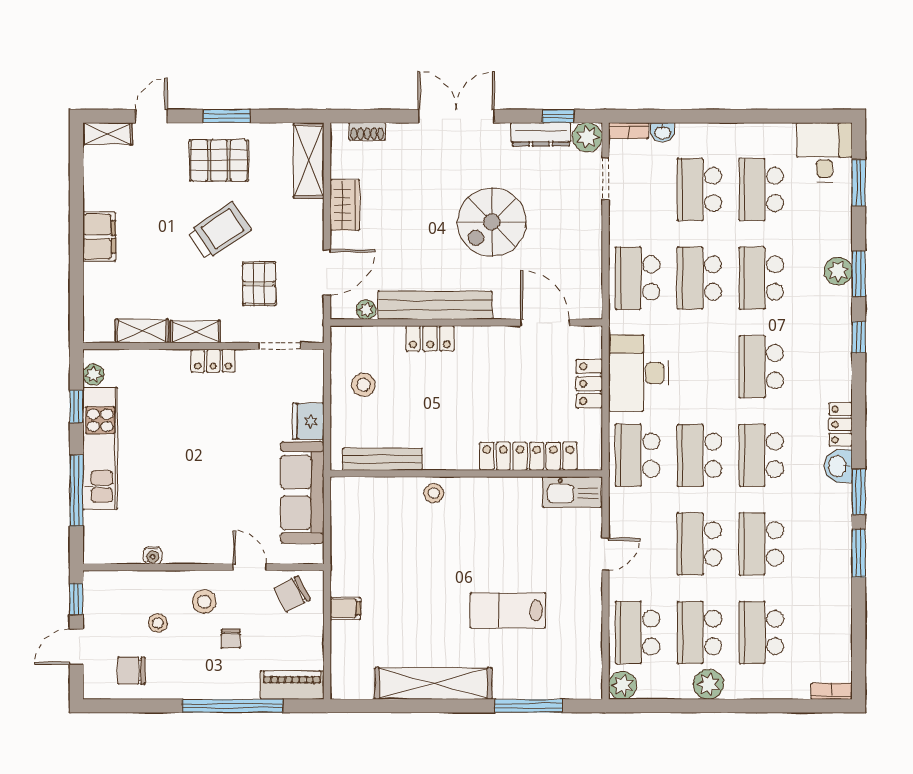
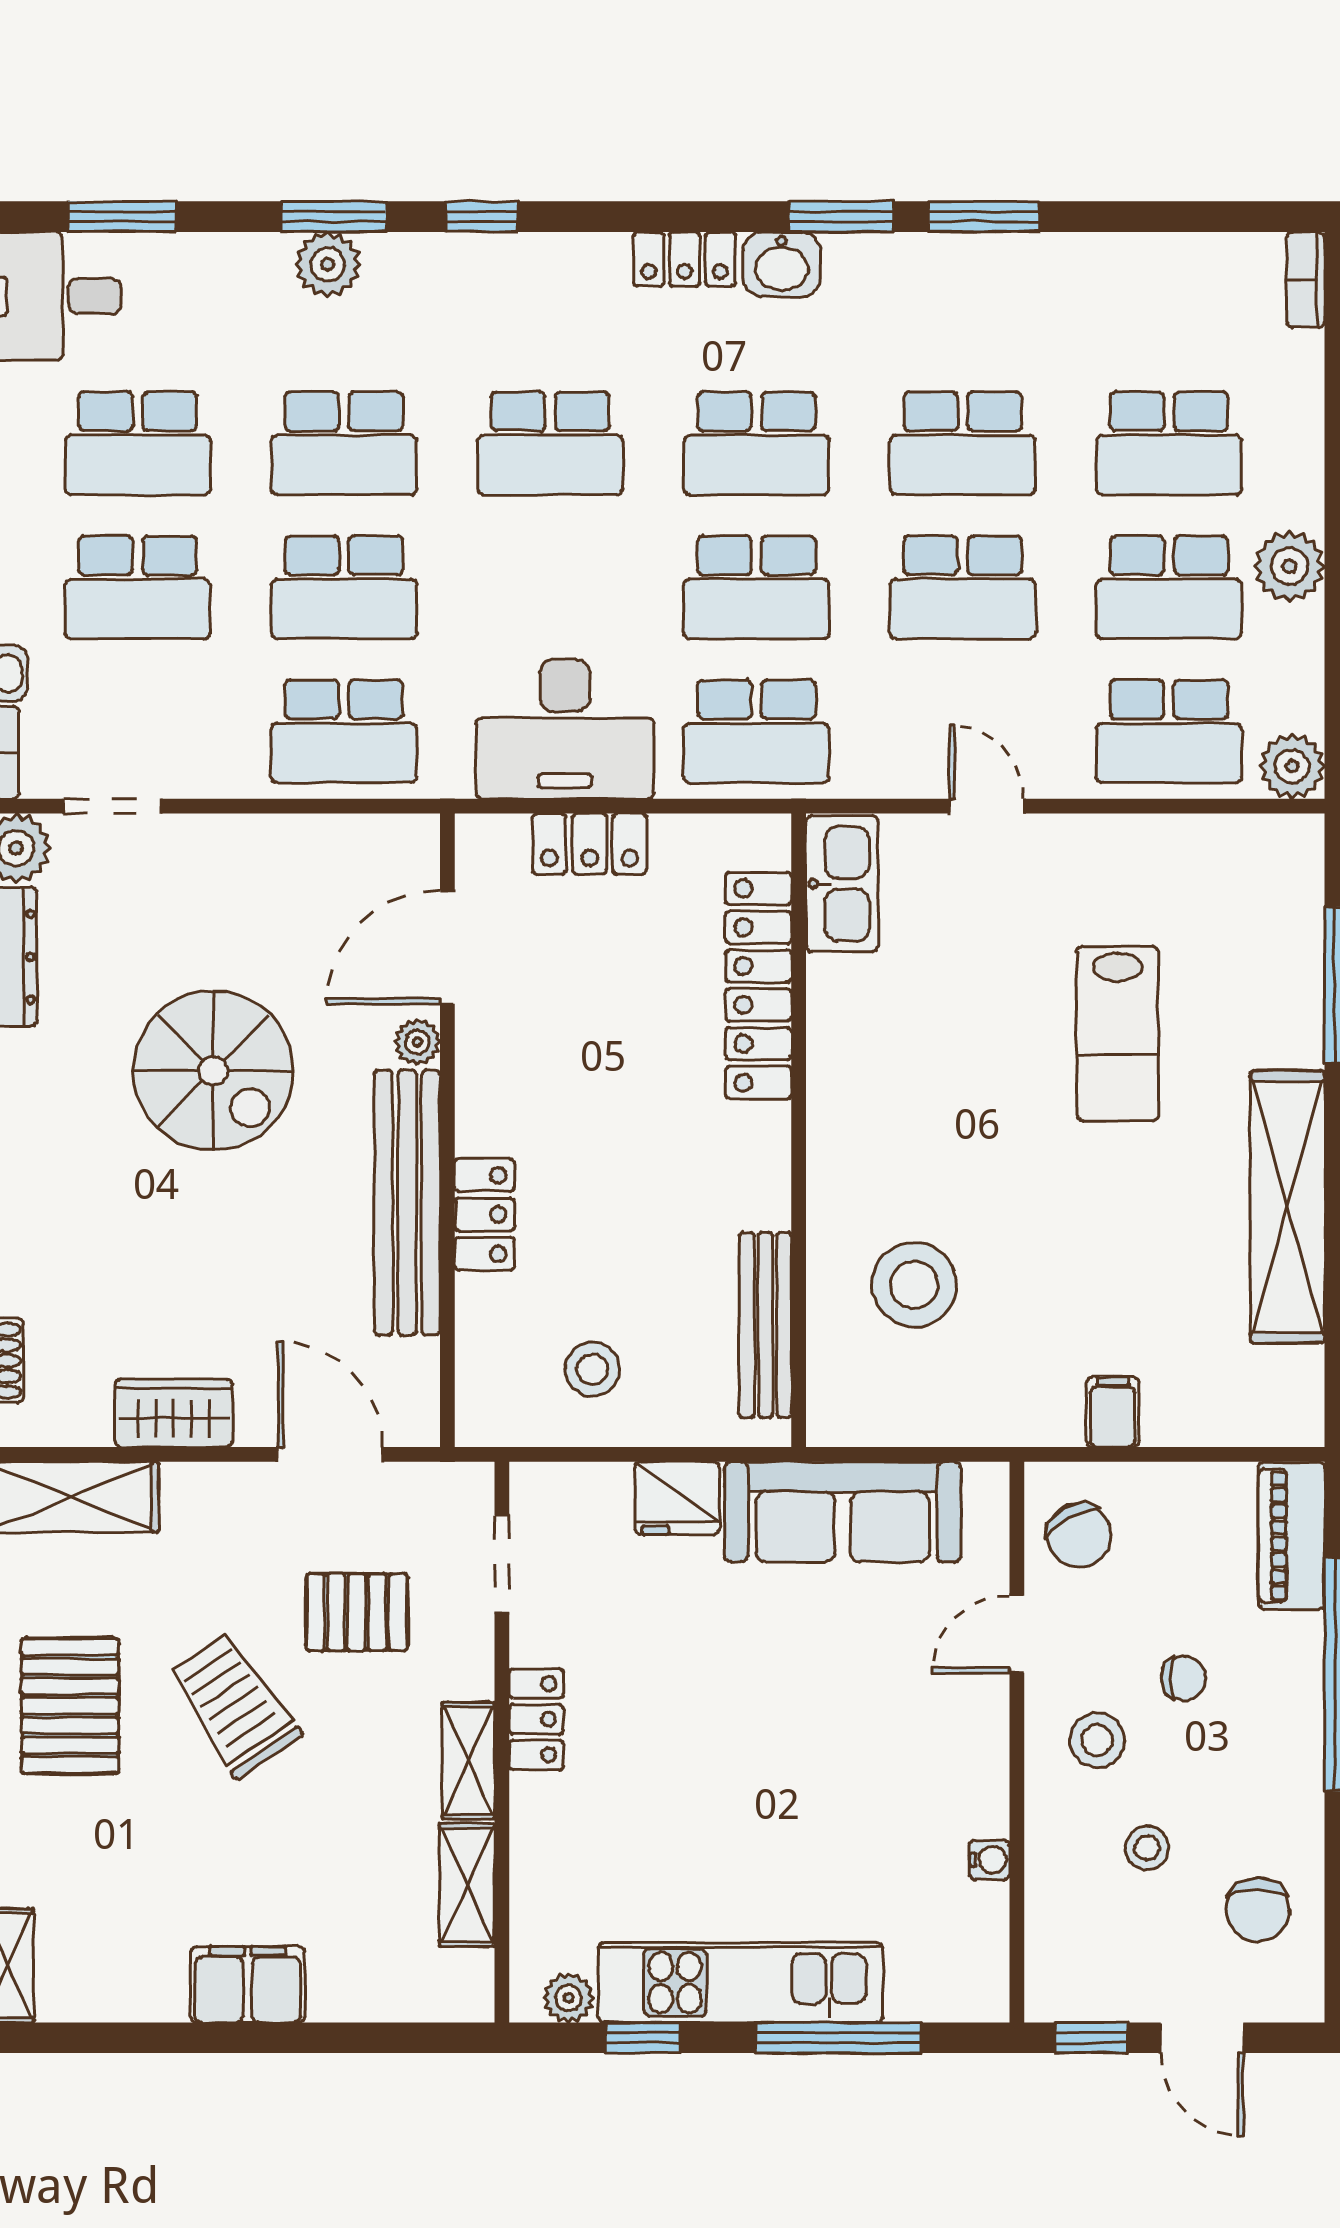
plant: (366, 310) -> (417, 1042), moved
stool: (434, 493) -> (914, 1285), moved, width x1.89, depth x1.89

